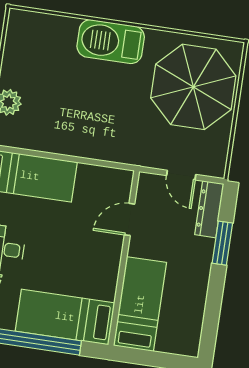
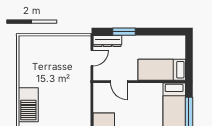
parasol: (193, 87) -> (45, 59), removed

